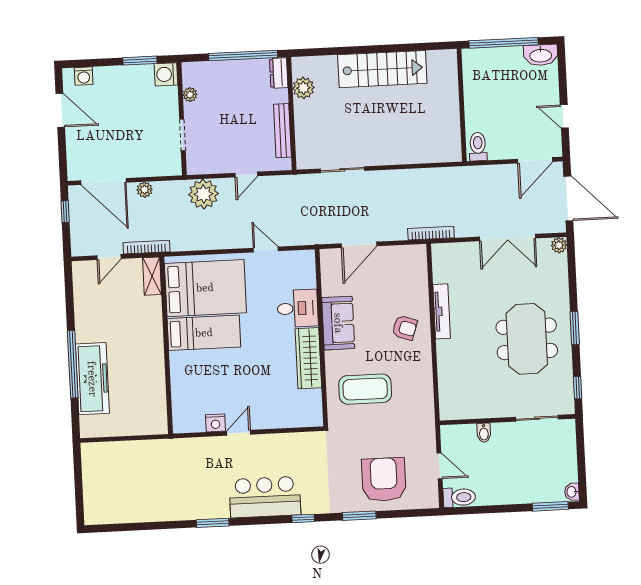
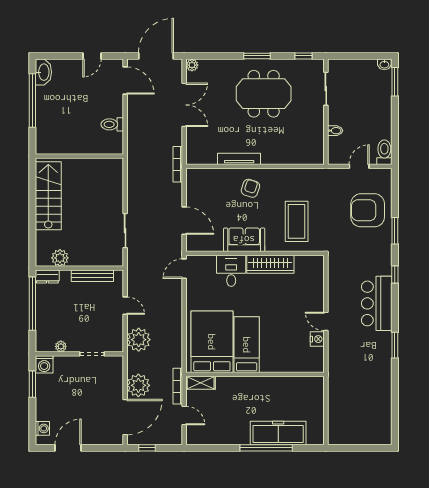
wall: (462, 105) -> (79, 156), moved
plant: (145, 190) -> (138, 385), width x1.87, depth x1.87
door: (266, 249) -> (184, 269), moved

